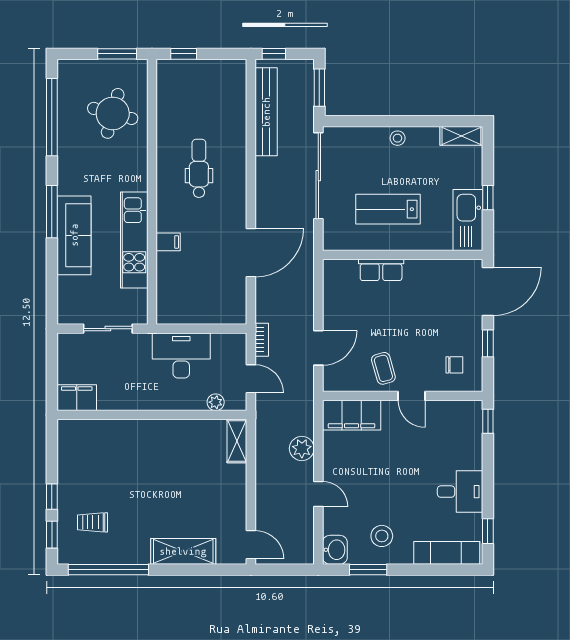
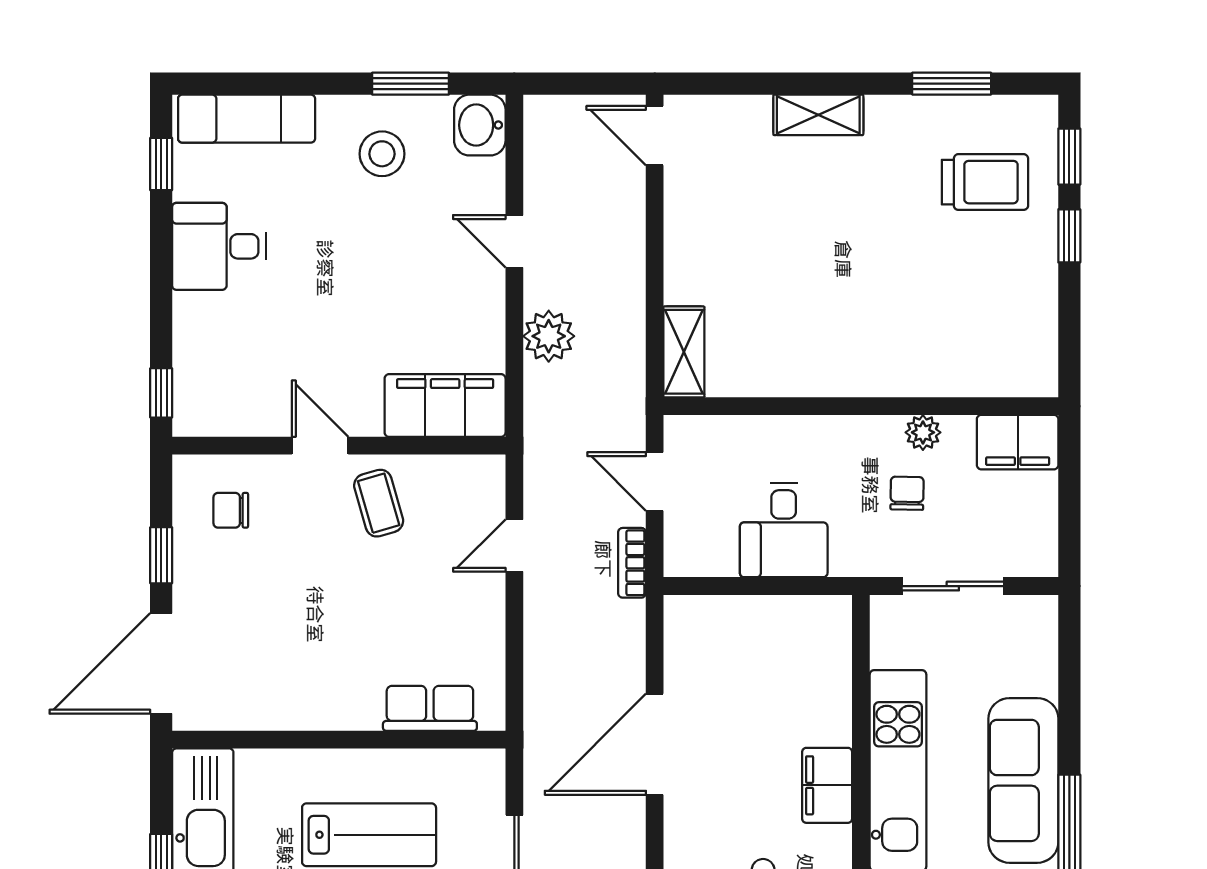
filing cabinet: (168, 242) -> (827, 785), width x2.00
row of seats: (381, 270) -> (430, 708), moved
door: (318, 348) -> (514, 546), width x0.73
desk: (181, 355) -> (784, 530), width x0.73
chair: (130, 373) -> (907, 493), added
plant: (216, 402) -> (923, 432), moved
trolley: (92, 522) -> (985, 182), width x1.36, depth x1.39
shelving: (183, 551) -> (818, 115), width x0.67, depth x0.75
window: (108, 570) -> (952, 84), width x0.47

